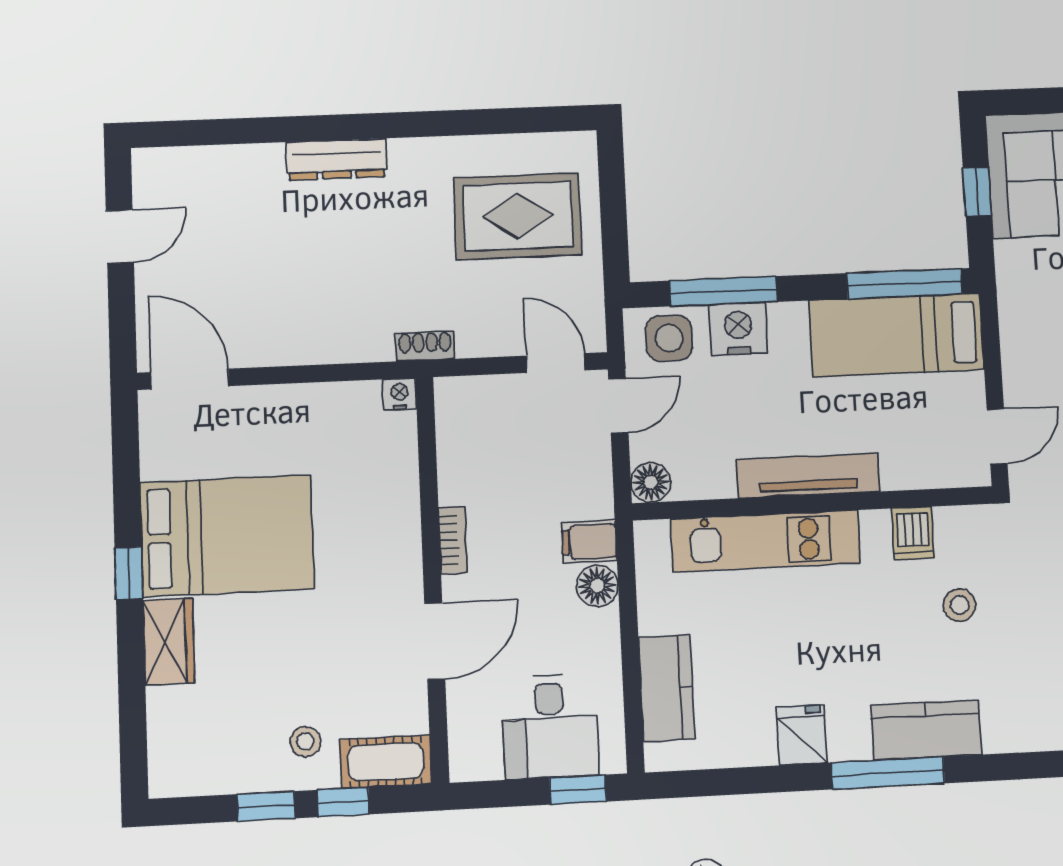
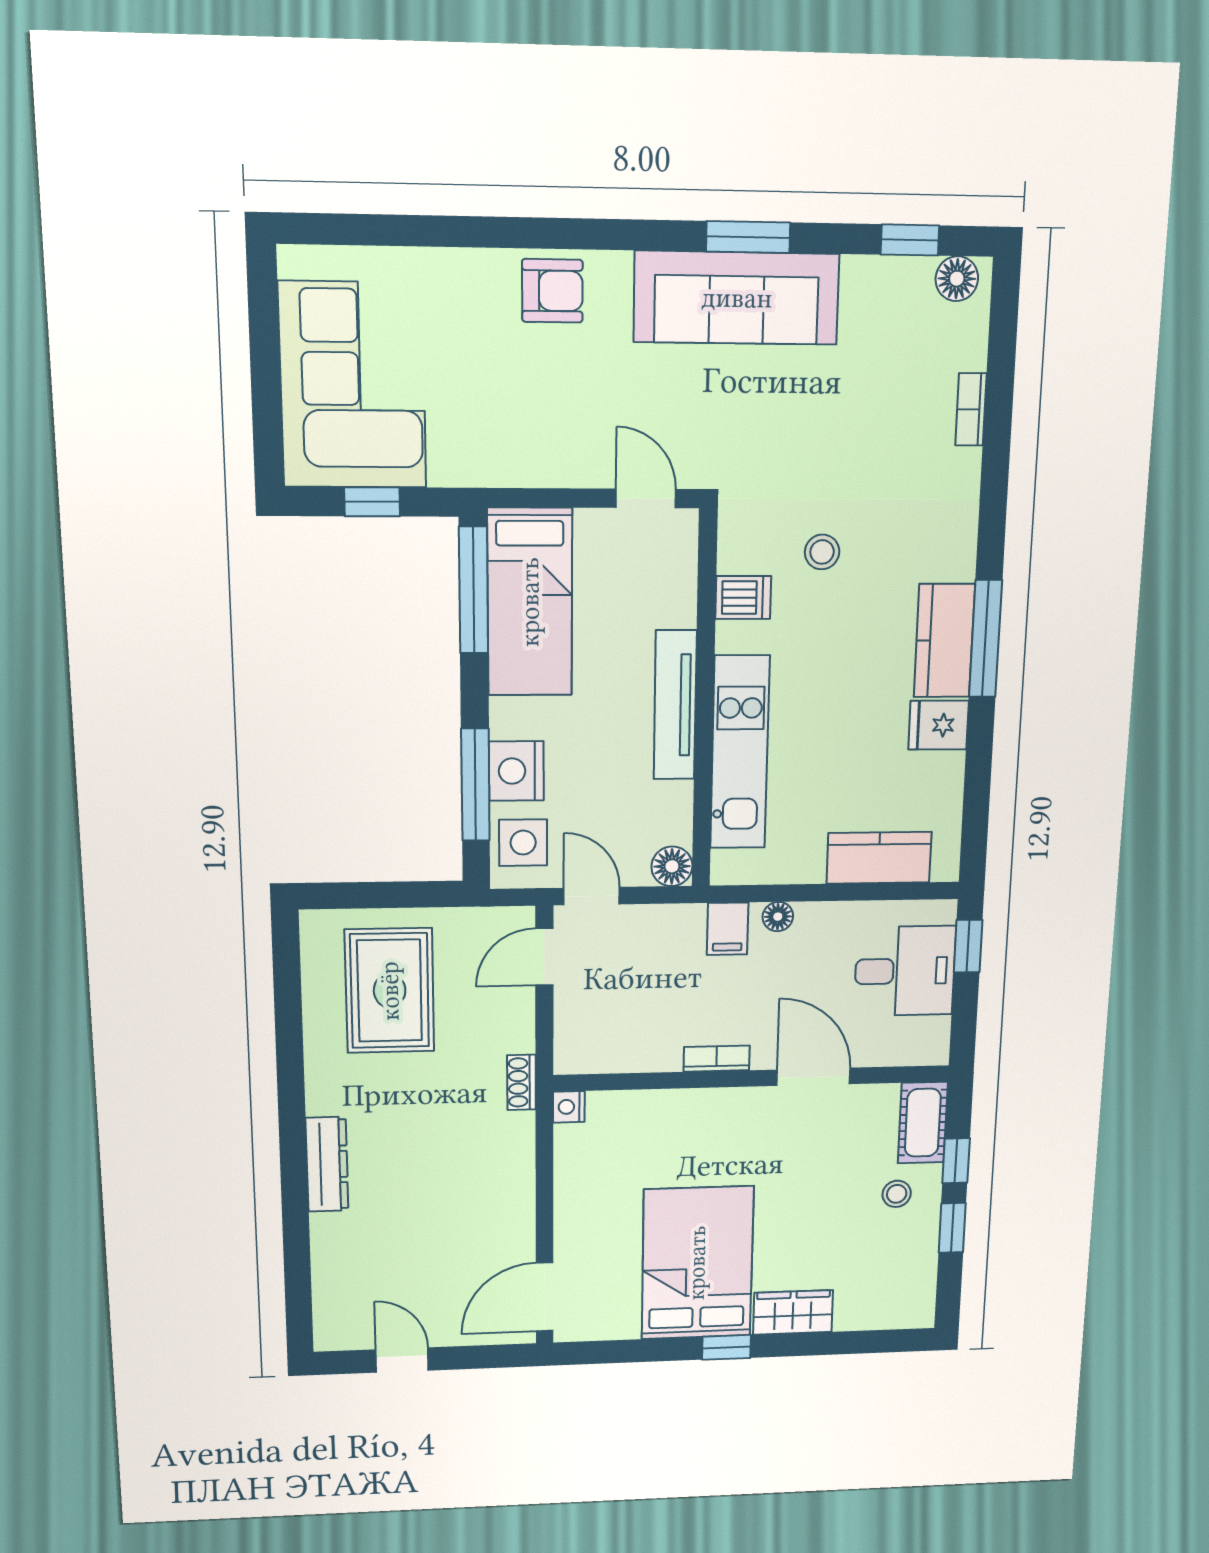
floor lamp: (597, 586) -> (778, 917), width x0.73, depth x0.73
kitchen counter: (926, 730) -> (944, 641), moved

